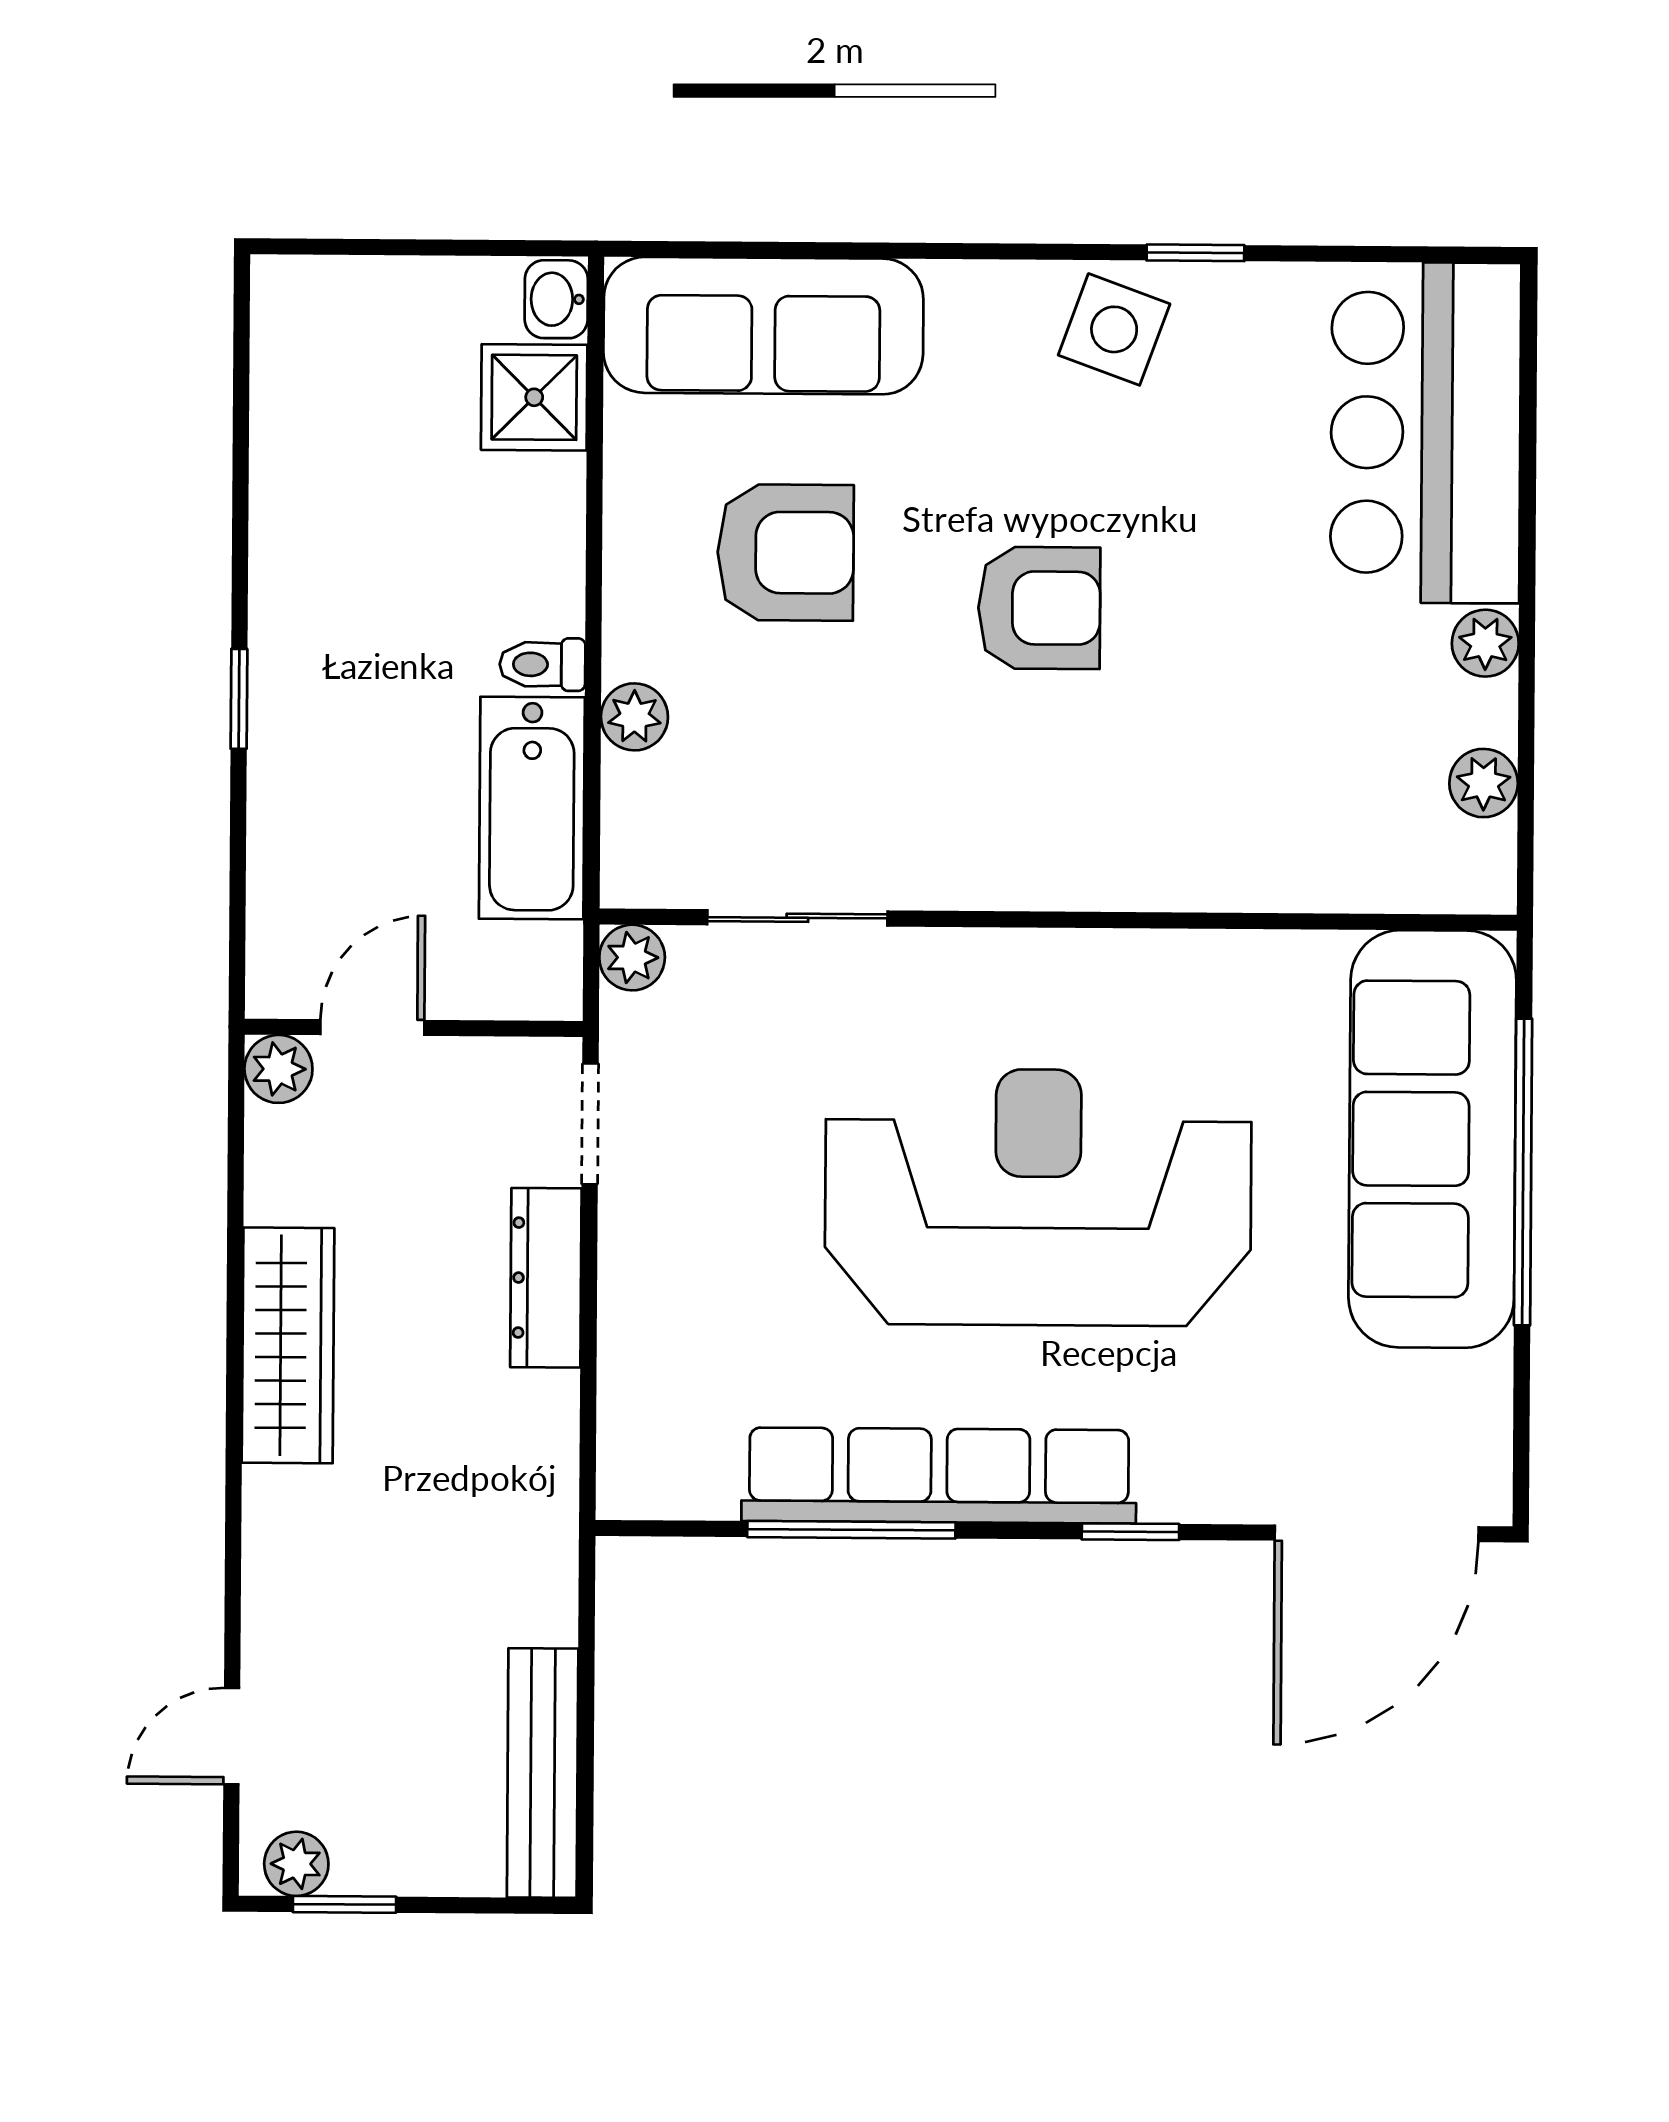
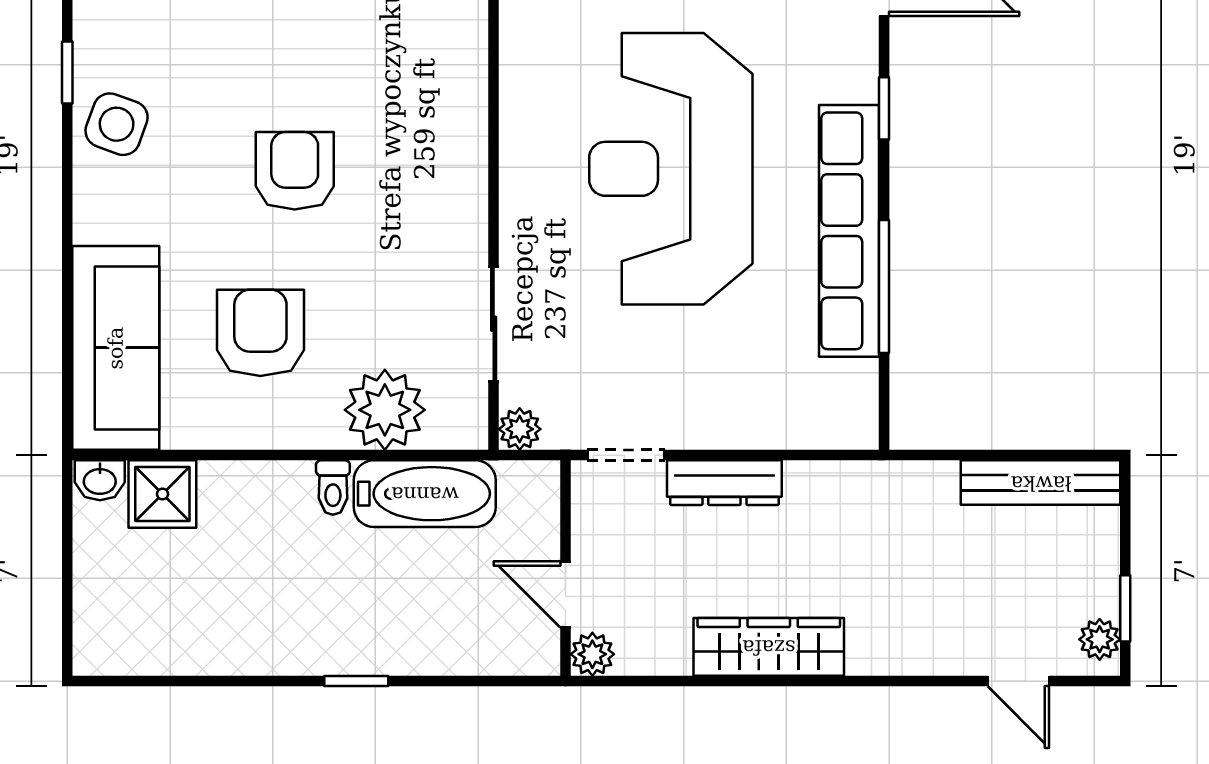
plant: (634, 717) -> (385, 410), width x1.88, depth x1.88

